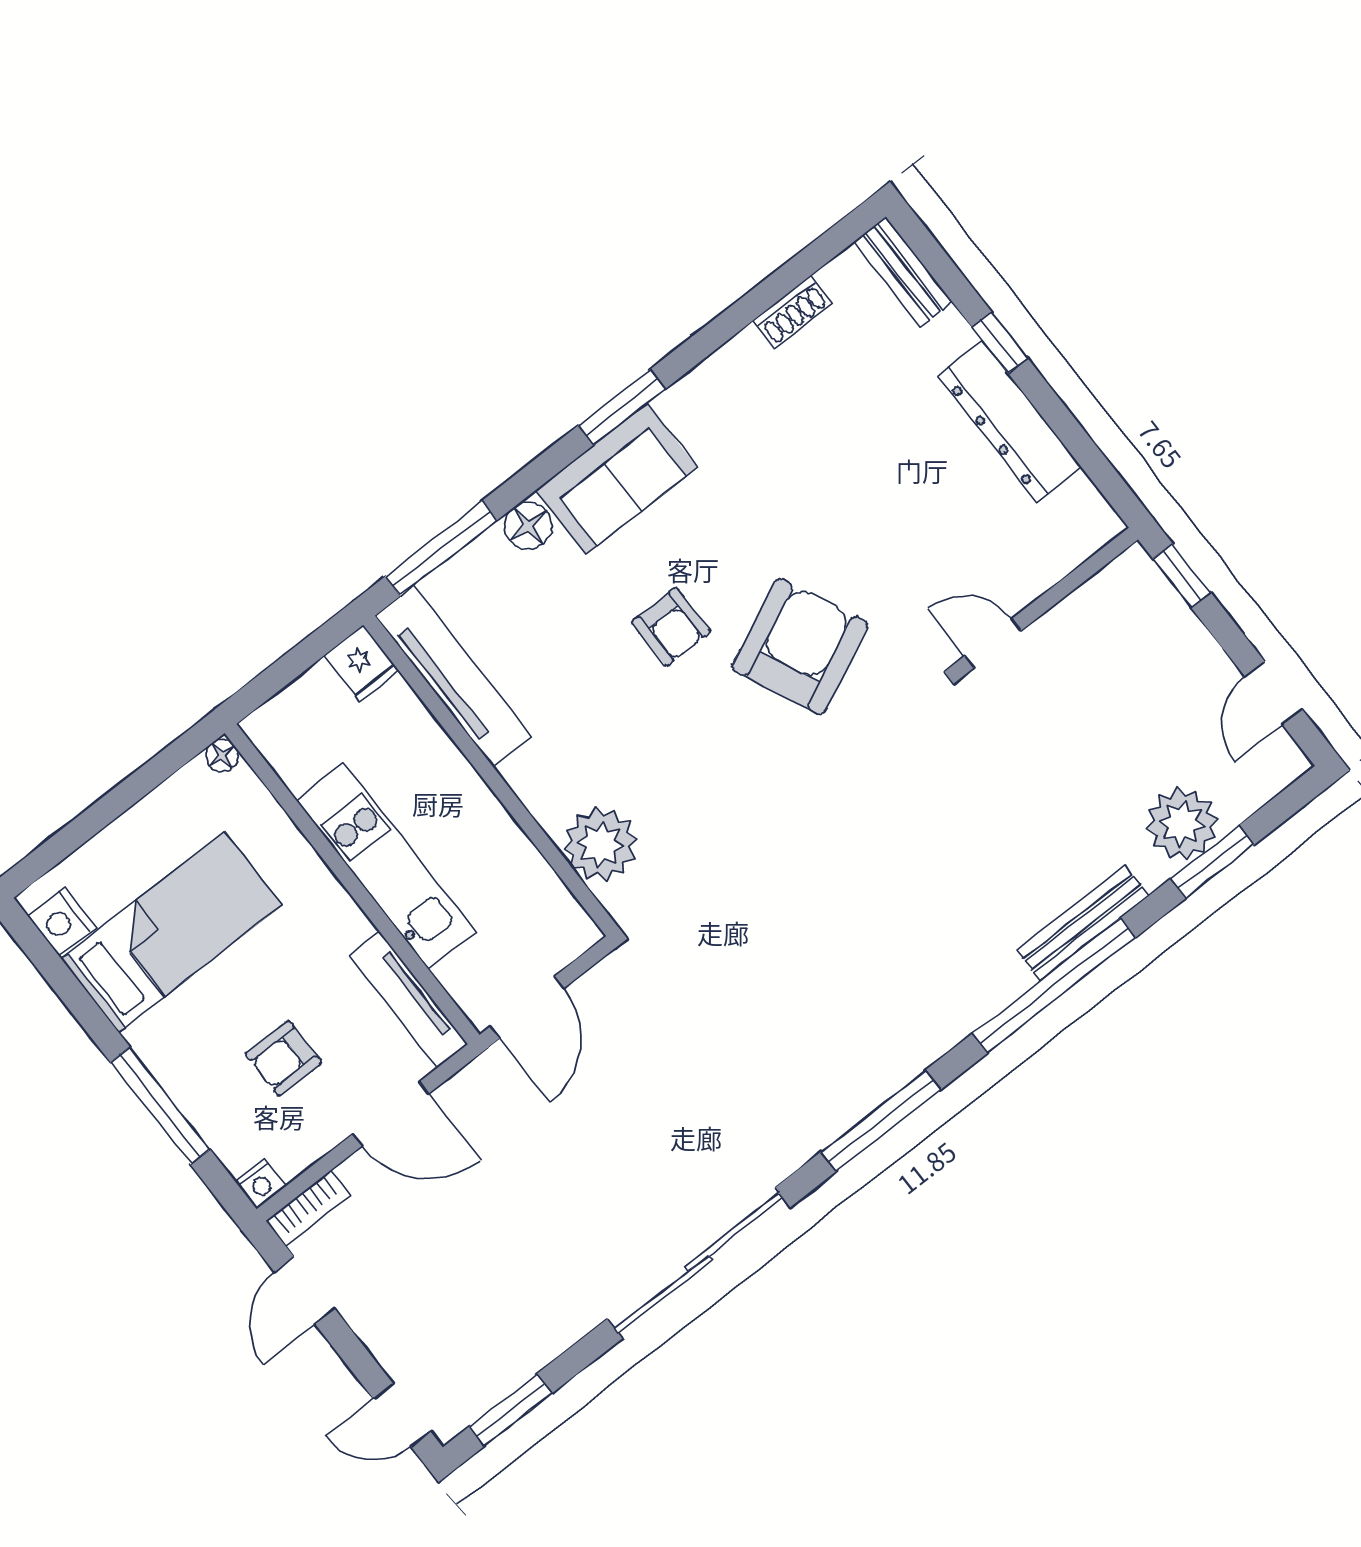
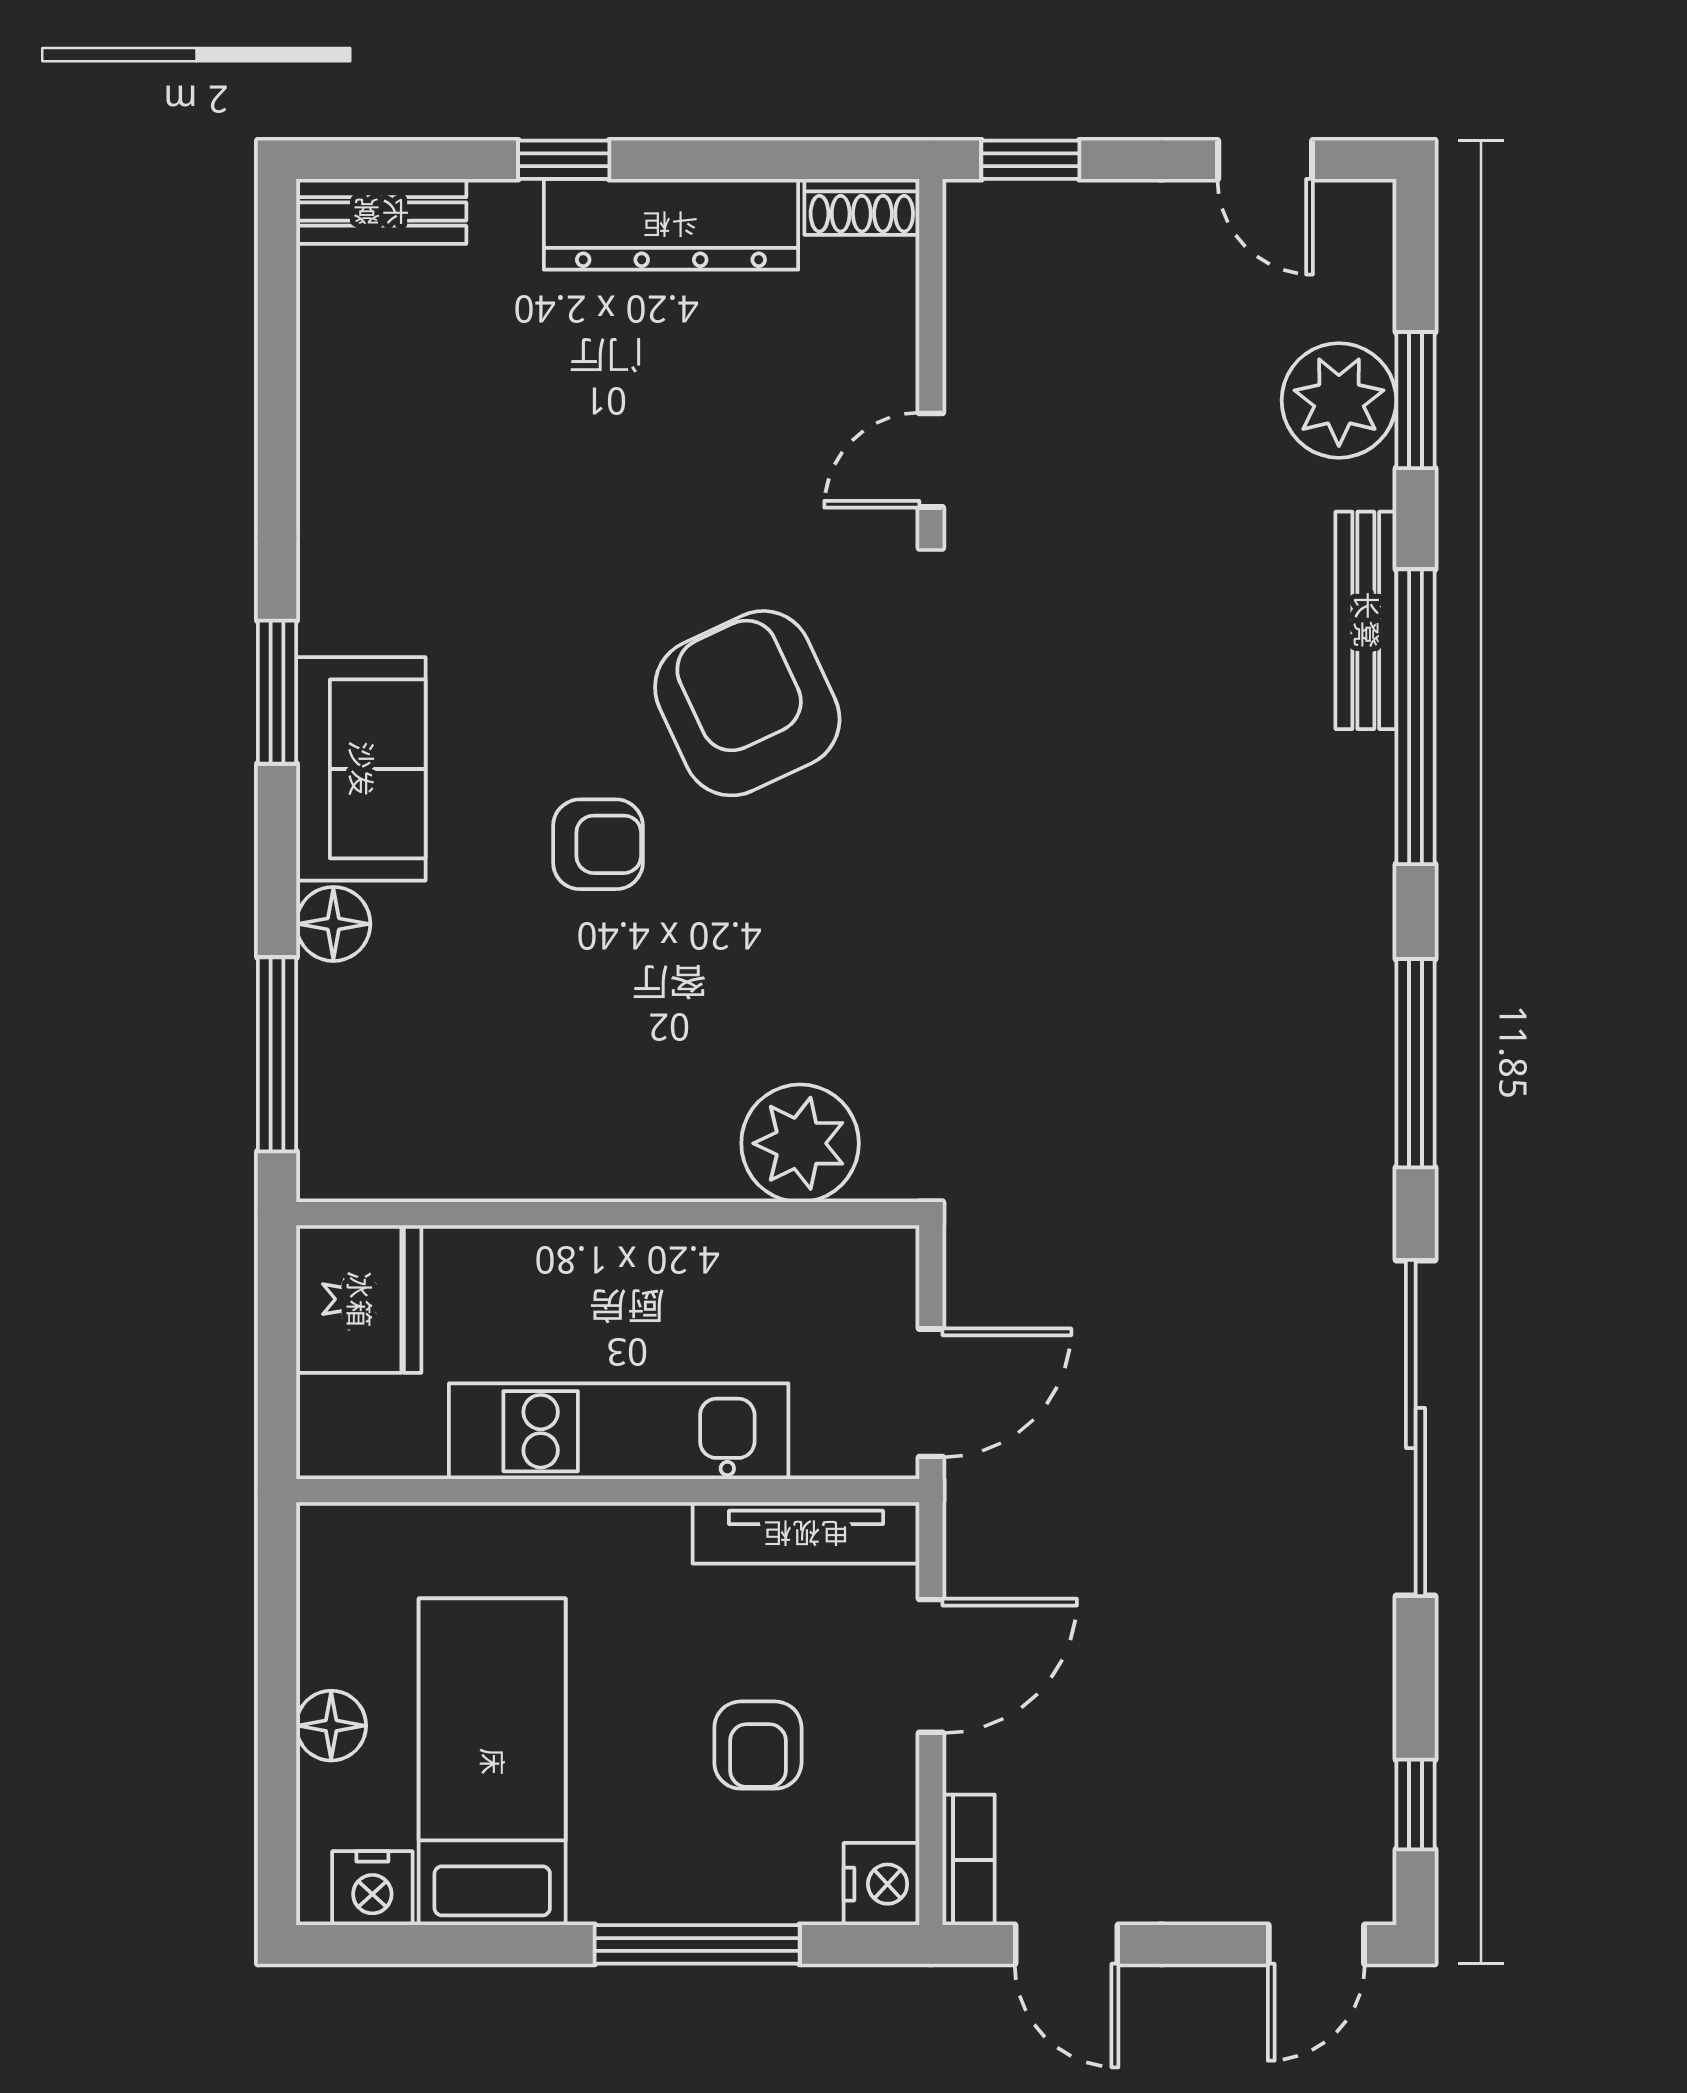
shoe rack: (792, 312) -> (862, 207), moved, turned 90
fridge: (362, 663) -> (359, 1299), width x1.88, depth x1.34
tv unit: (453, 676) -> (448, 1163), removed
floor lamp: (222, 756) -> (331, 1726), moved, width x1.37, depth x1.37
door: (527, 1007) -> (931, 1393), hinge flipped
nightstand: (260, 1184) -> (882, 1884), width x1.39, depth x1.35
window: (511, 1410) -> (1416, 1805), width x0.67

